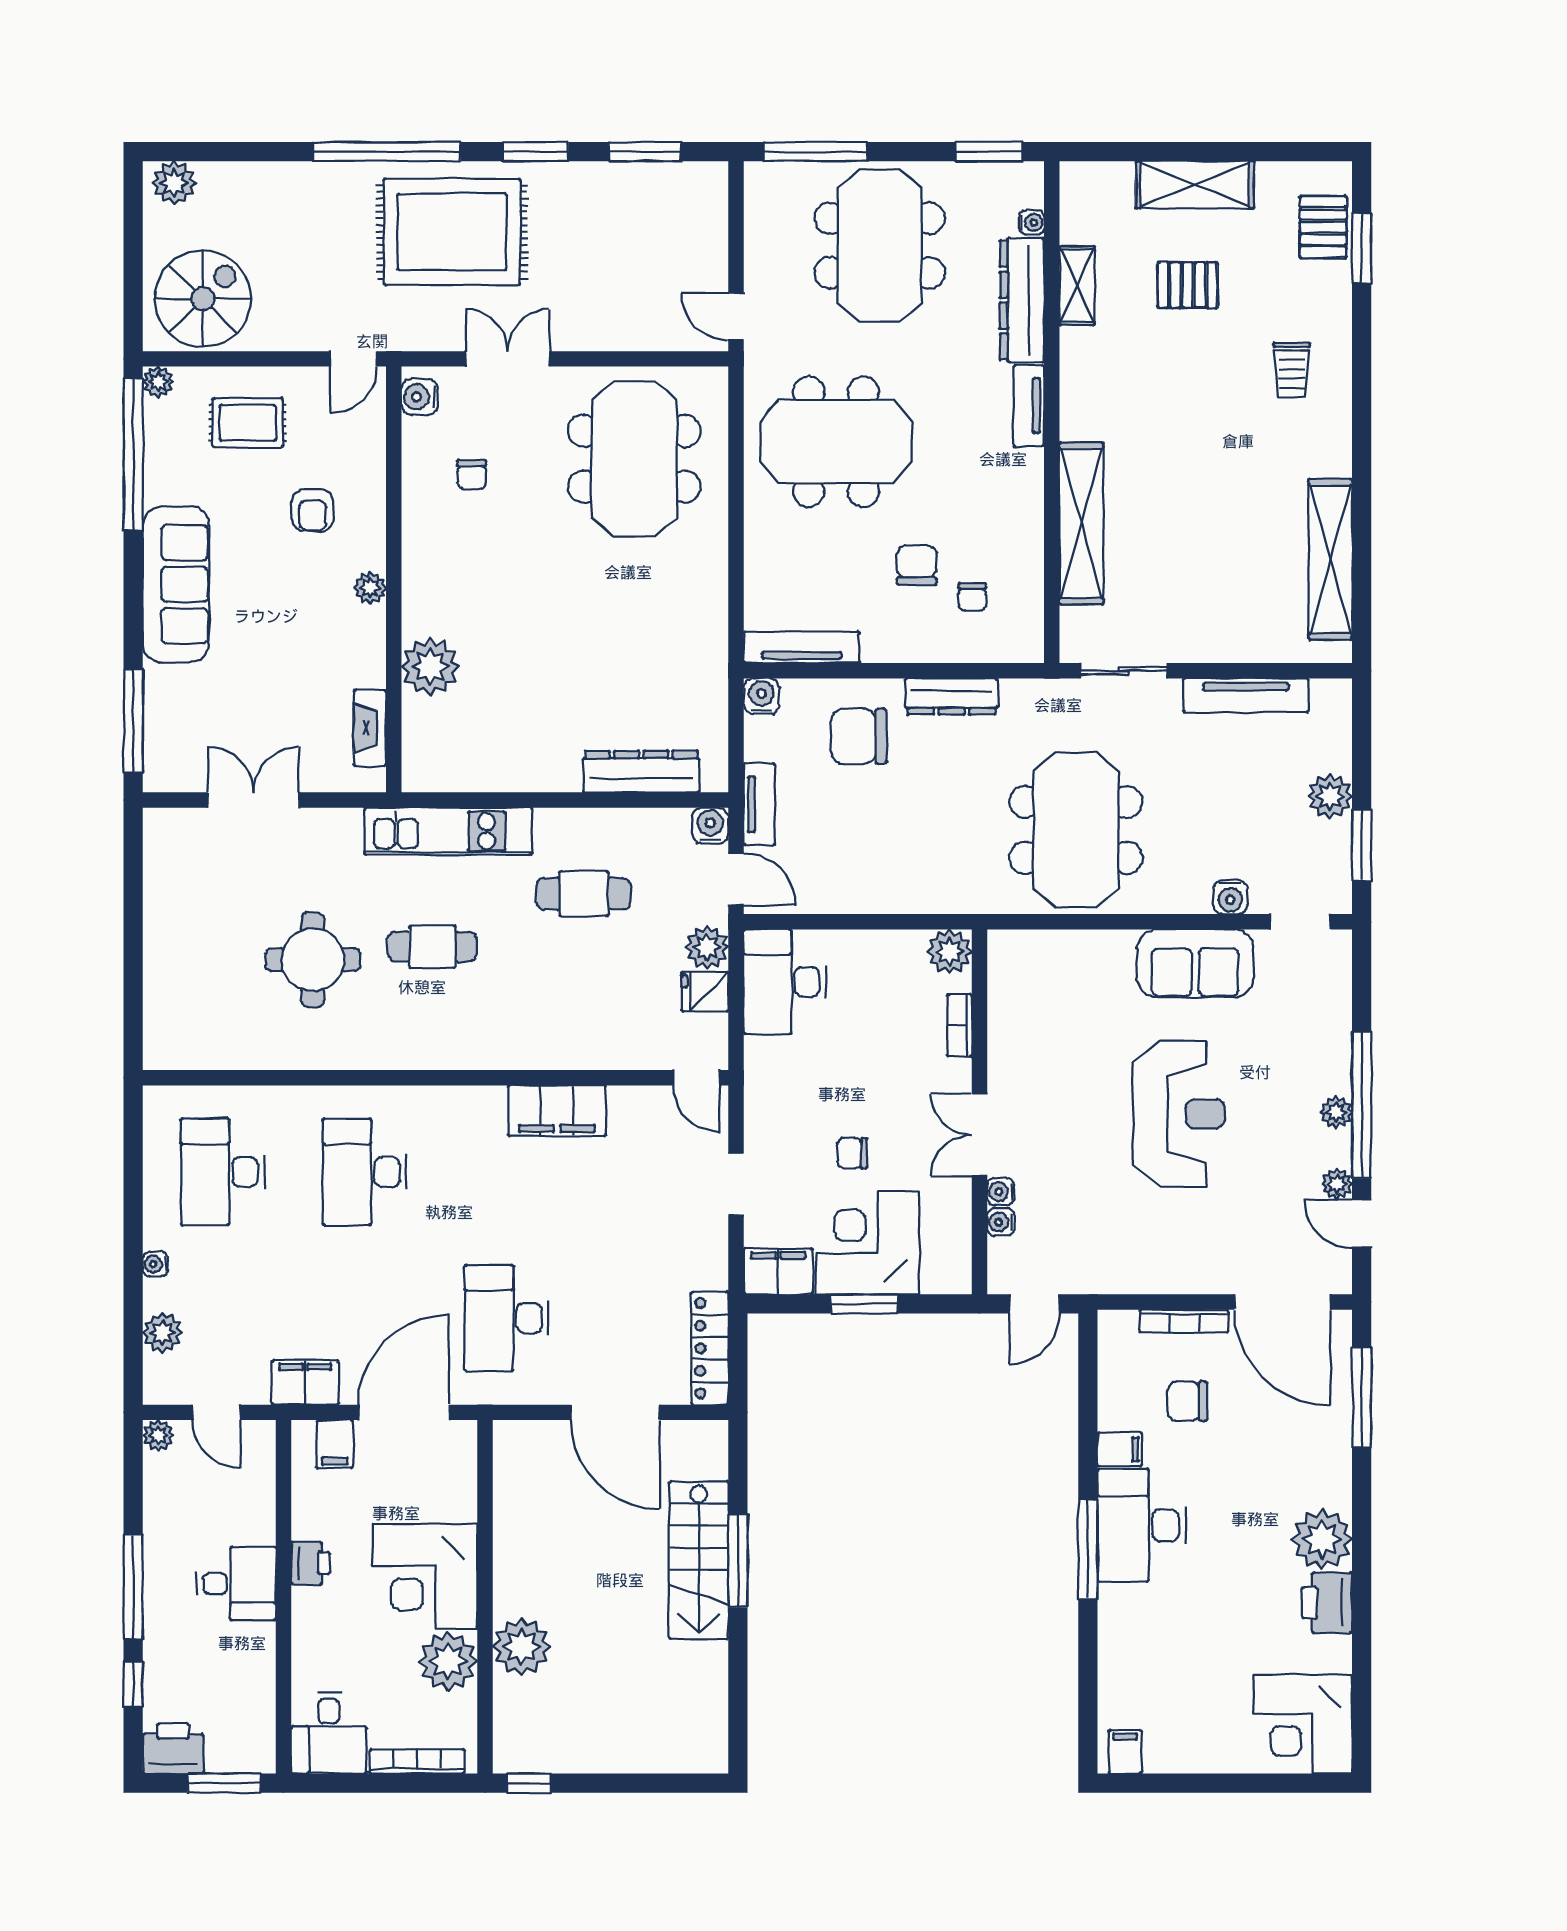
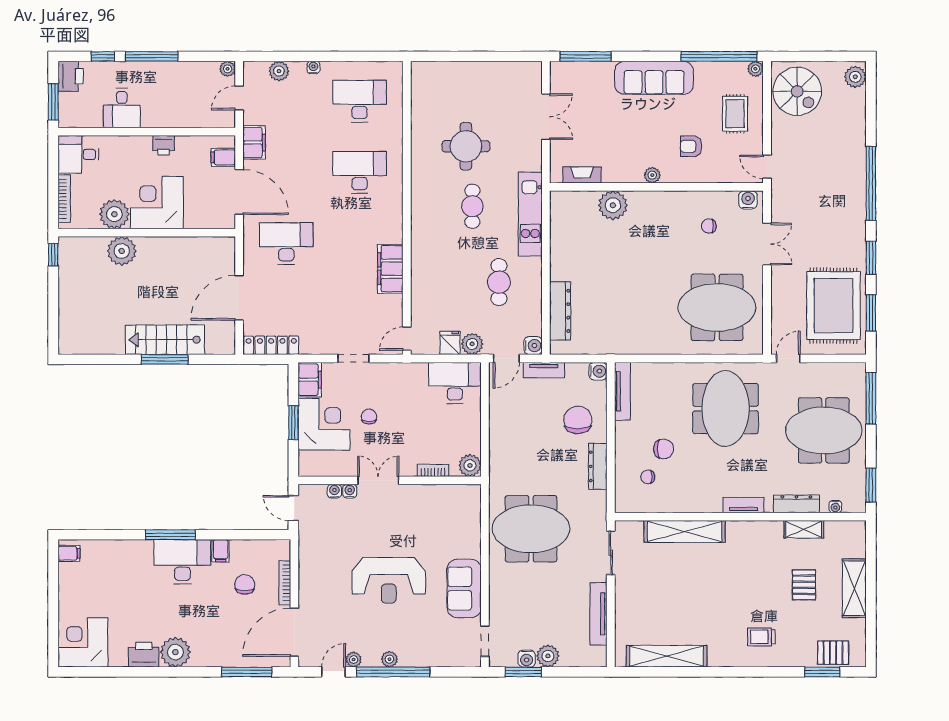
rug: (452, 232) -> (834, 306), moved
dresser: (1022, 300) -> (796, 504), width x0.73, depth x0.80
water cooler: (1230, 897) -> (527, 659), moved, turned -90
desk: (236, 1583) -> (122, 108), moved

